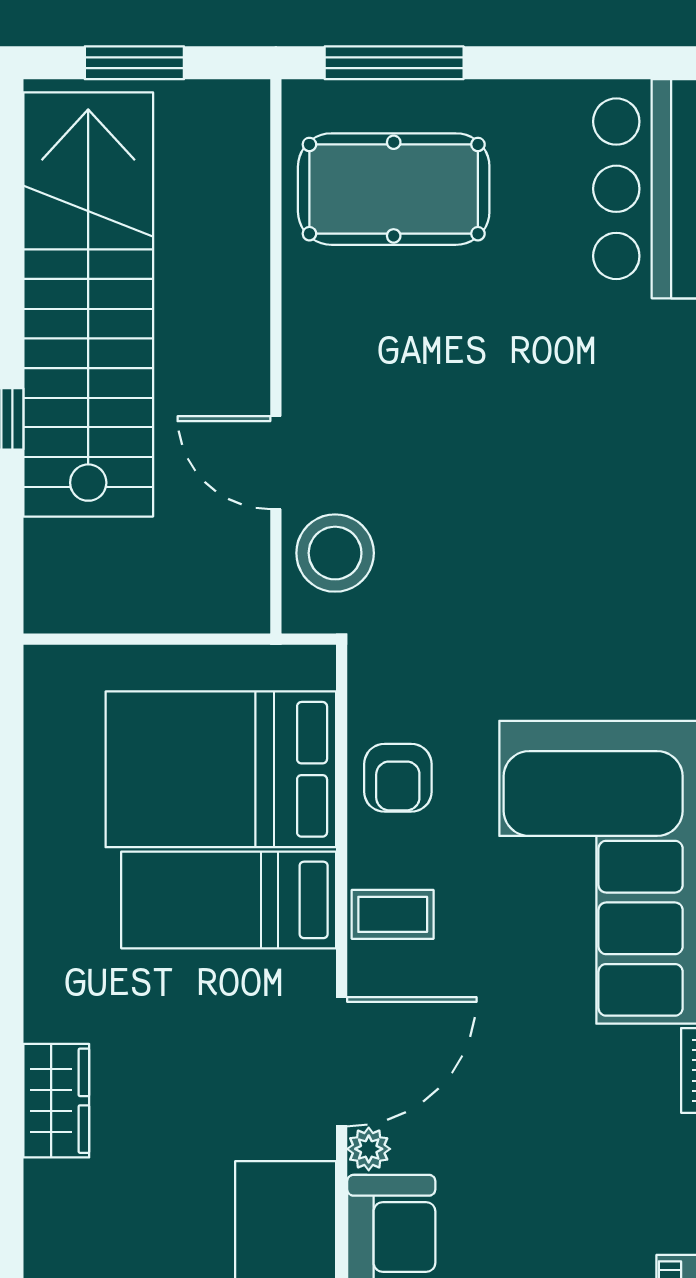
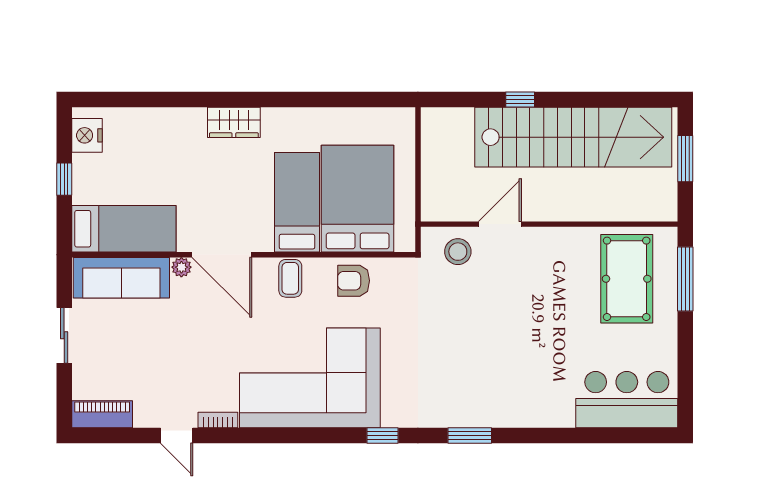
stool: (335, 553) -> (458, 252), width x0.73, depth x0.73
wardrobe: (56, 1101) -> (234, 122), moved

